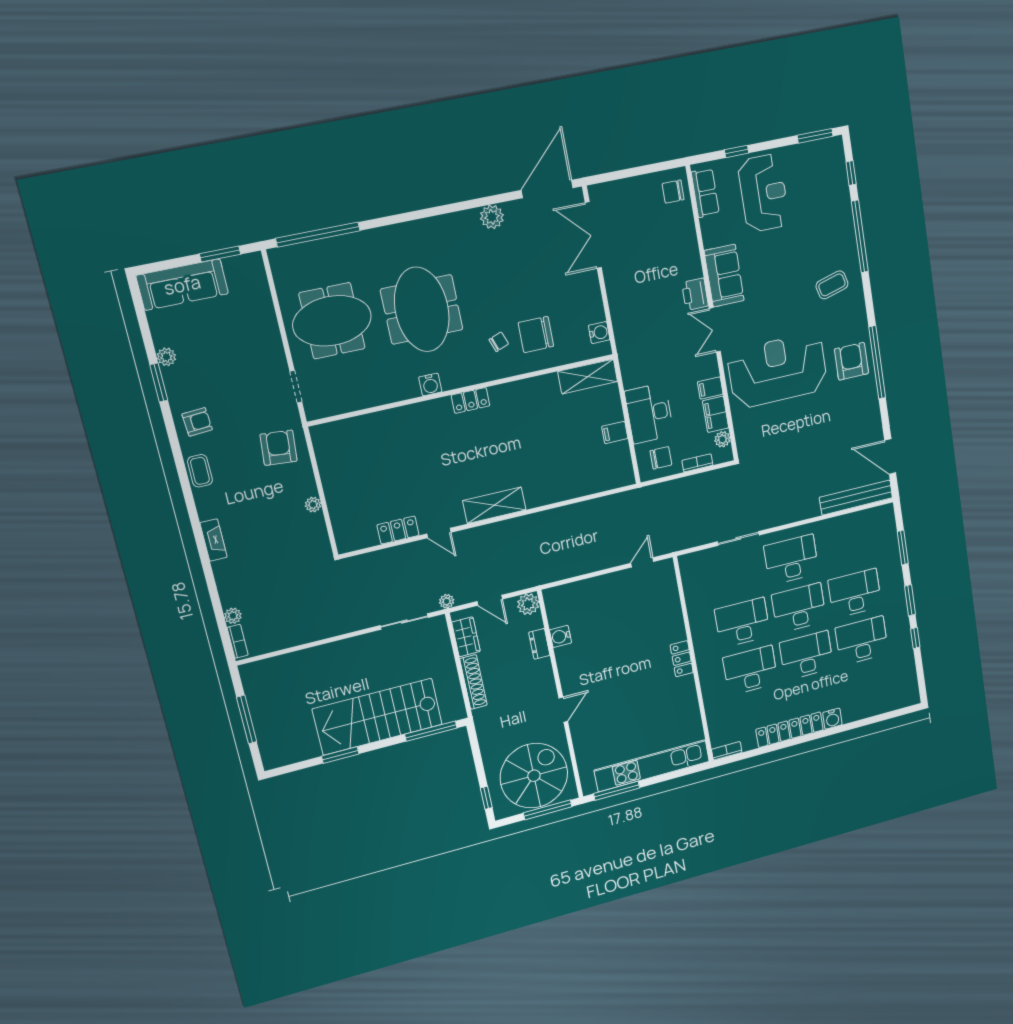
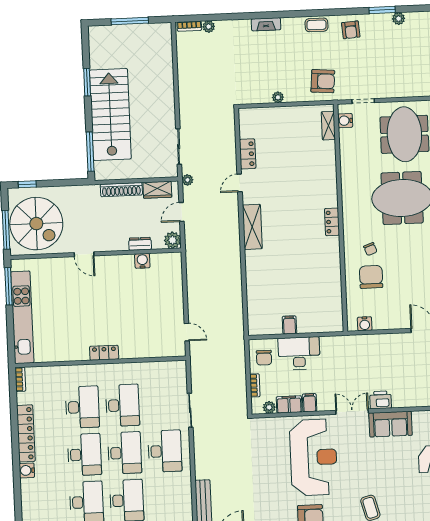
shelving: (588, 376) -> (328, 126), moved, width x0.67, depth x0.75
water cooler: (430, 384) -> (345, 121), moved

